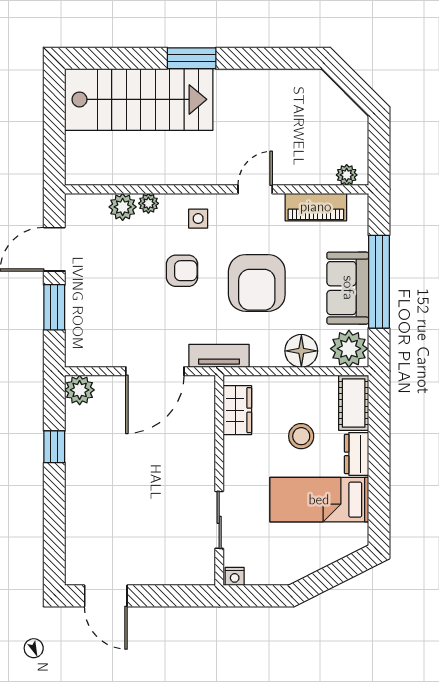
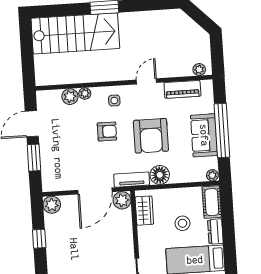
plant: (349, 349) -> (212, 175), width x0.53, depth x0.53
floor lamp: (301, 351) -> (160, 175), moved
plant: (200, 390) -> (122, 200), added

